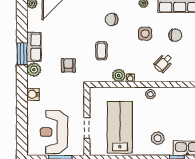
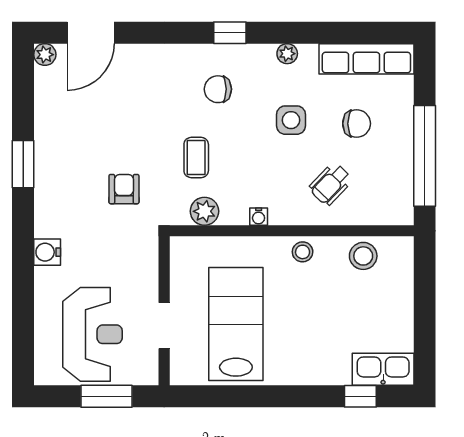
row of seats: (34, 47) -> (49, 149), removed
plant: (34, 70) -> (49, 199), removed
plant: (119, 76) -> (204, 211), moved
reception desk: (54, 132) -> (92, 334), turned 180
stool: (158, 138) -> (363, 256), moved

